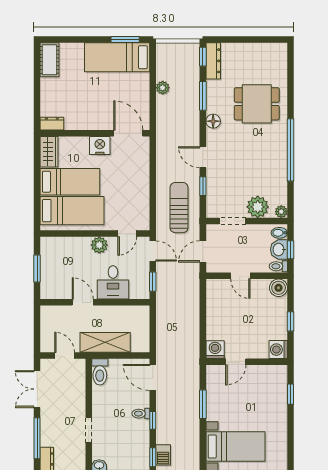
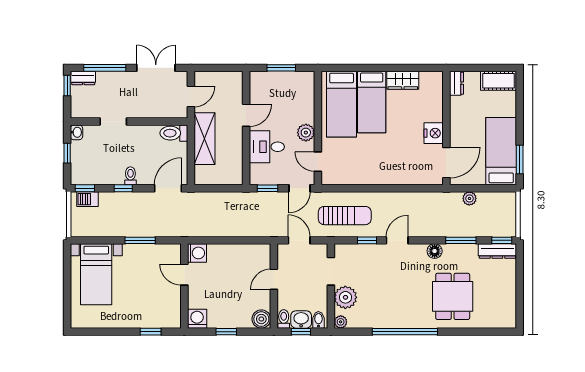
dresser: (52, 124) -> (456, 83), moved
wall: (95, 133) -> (446, 128), moved
door: (128, 133) -> (446, 163), moved
nightstand: (100, 146) -> (434, 133), moved

